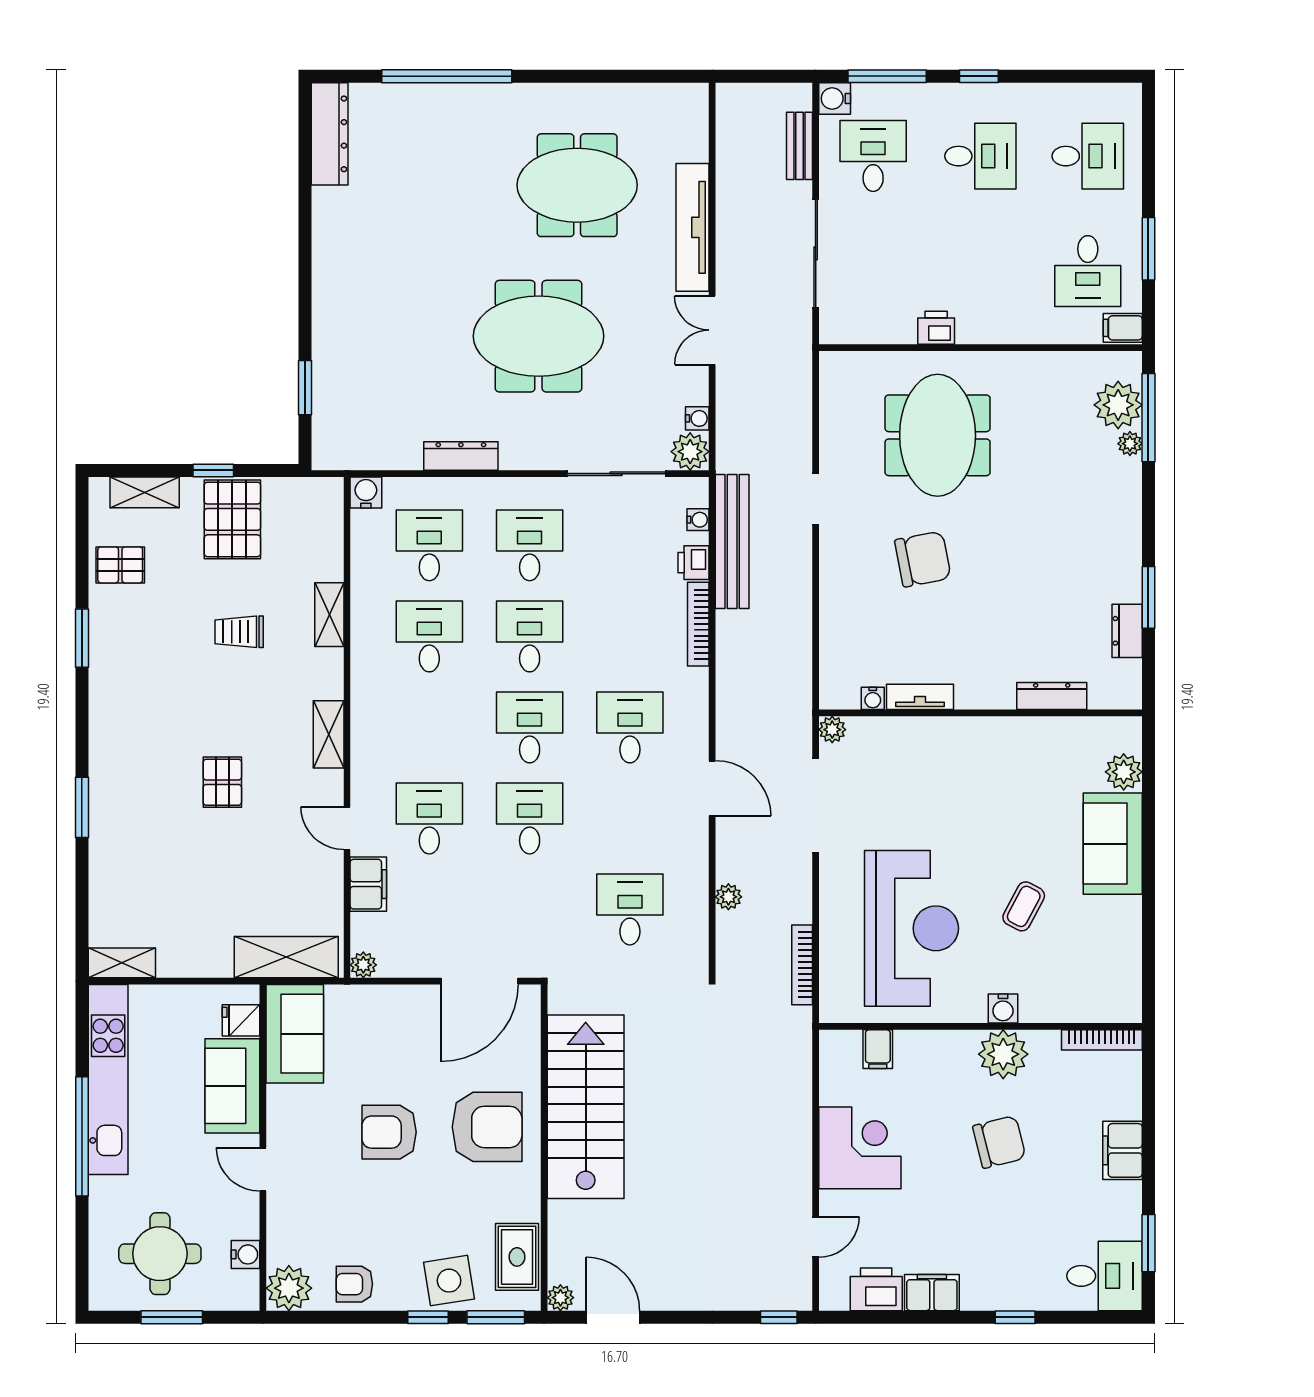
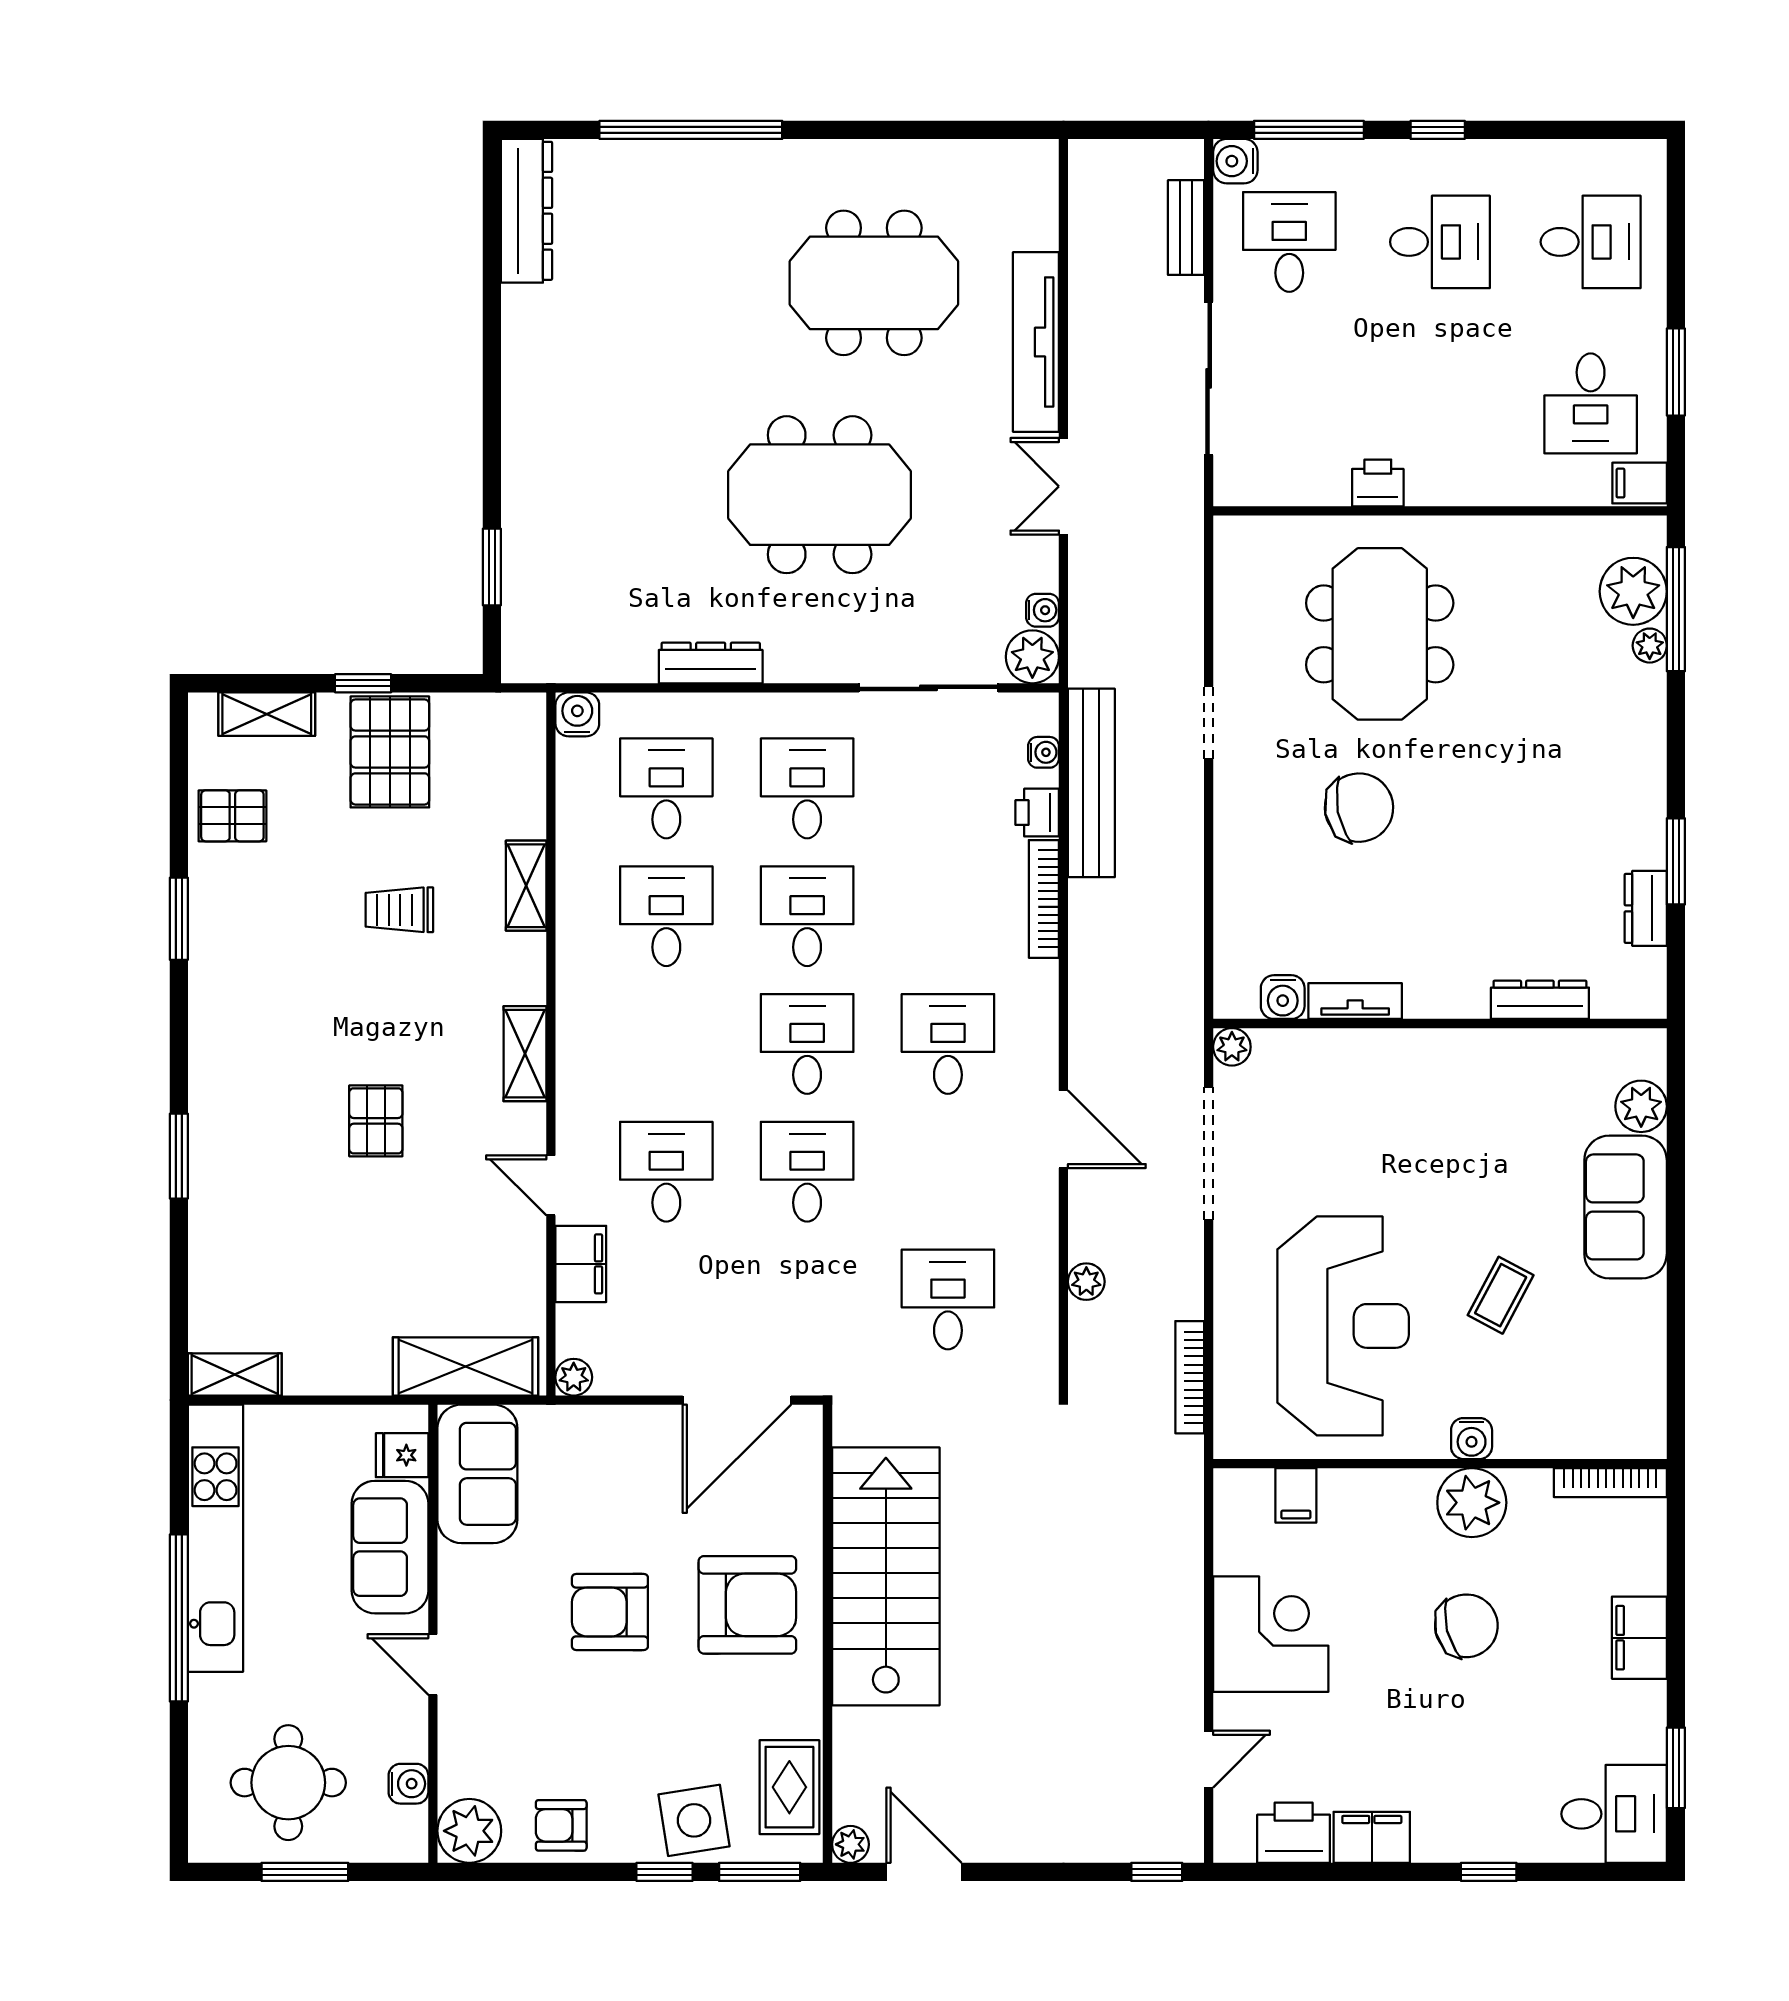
water cooler: (873, 698) -> (1283, 997), width x1.38, depth x1.38

